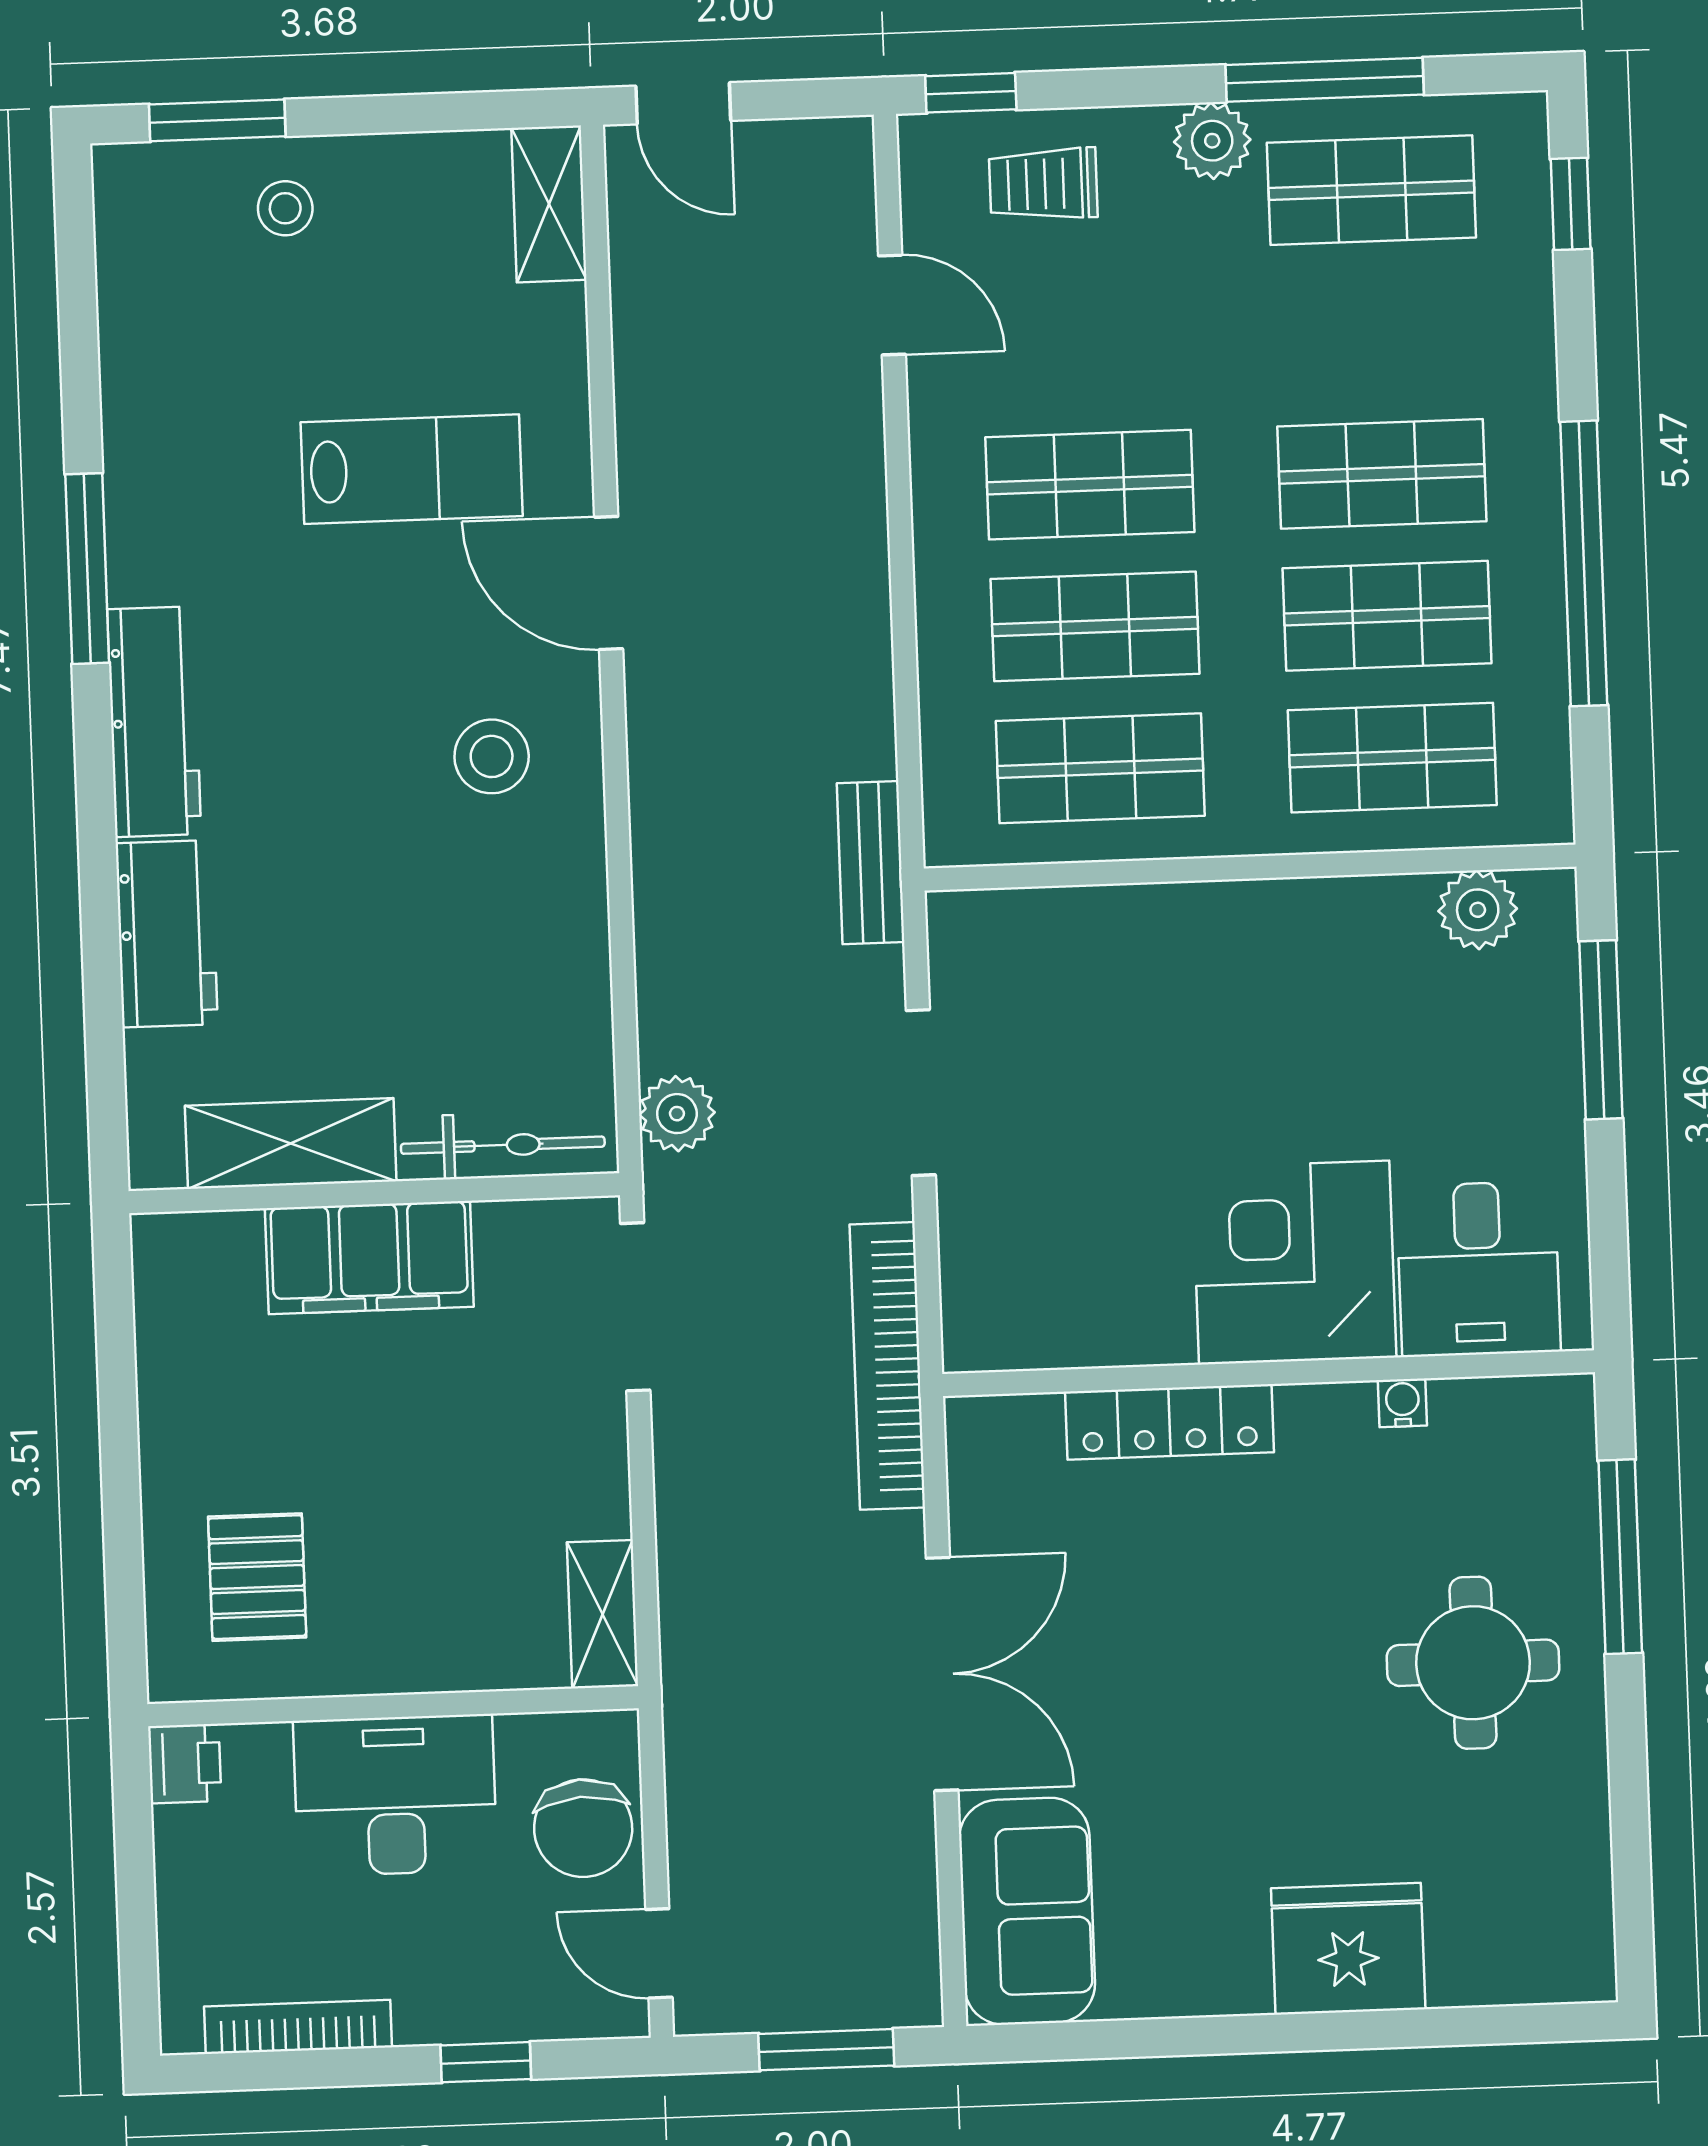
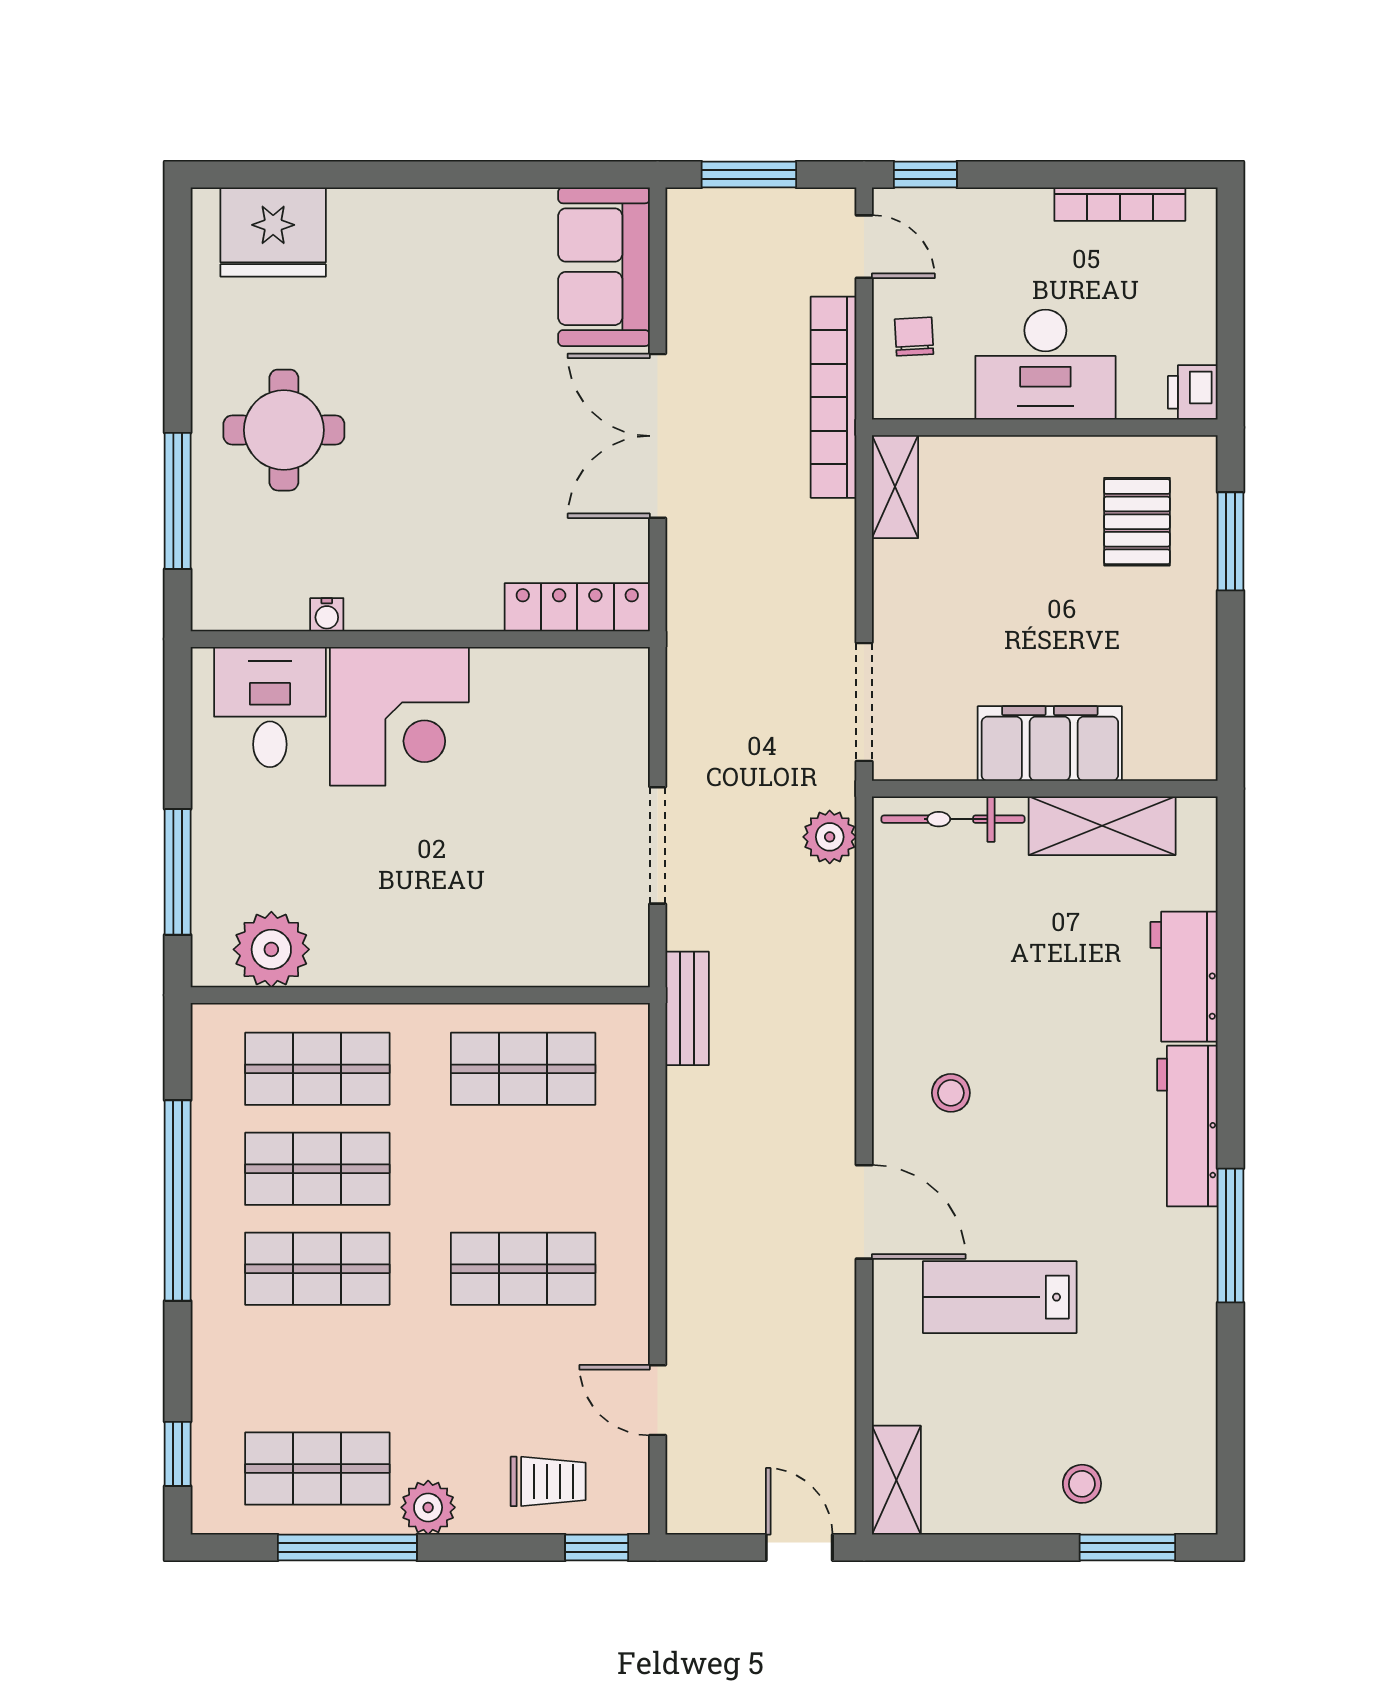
shop shelf: (1095, 626) -> (523, 1169), removed
stool: (492, 756) -> (951, 1093), width x0.73, depth x0.73
plant: (1478, 910) -> (271, 949), width x1.36, depth x1.36
bookcase: (887, 1366) -> (833, 397), moved, turned 180
locker: (1169, 1422) -> (577, 607), moved
window: (123, 1554) -> (1231, 541), added
chair: (583, 1828) -> (914, 337), width x0.54, depth x0.54
fridge: (1348, 1949) -> (273, 232), moved
window: (486, 2062) -> (925, 175), moved

